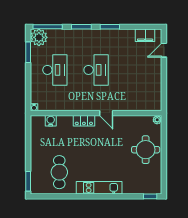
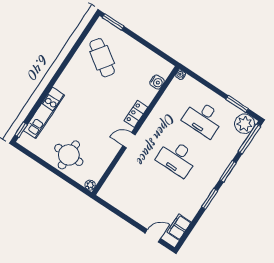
door: (164, 50) -> (153, 236), hinge flipped
cafe table: (59, 172) -> (102, 58), turned 35
kitchen unit: (99, 188) -> (44, 113), moved

